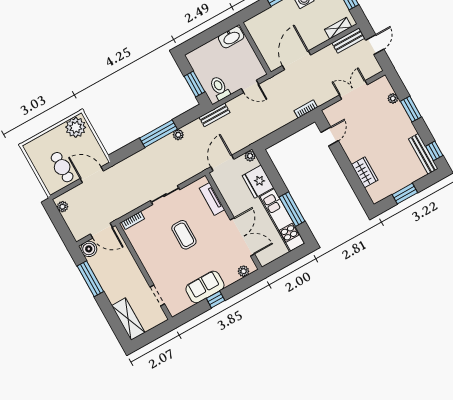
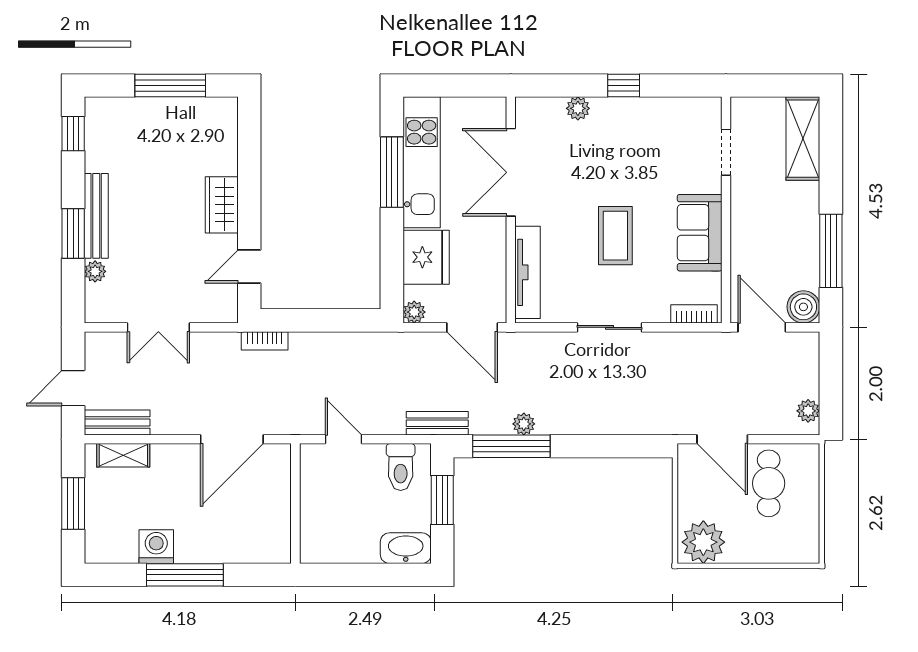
washbasin: (231, 37) -> (406, 548), moved
window: (159, 134) -> (511, 446), moved
bench: (423, 154) -> (96, 216), moved
door: (222, 163) -> (472, 327), hinge flipped
wardrobe: (365, 172) -> (222, 205), moved
window: (405, 194) -> (170, 85), width x1.44
tv unit: (212, 199) -> (527, 272), width x1.41
plant: (243, 271) -> (578, 108), moved
sofa: (205, 287) -> (700, 233), moved, turned 90

